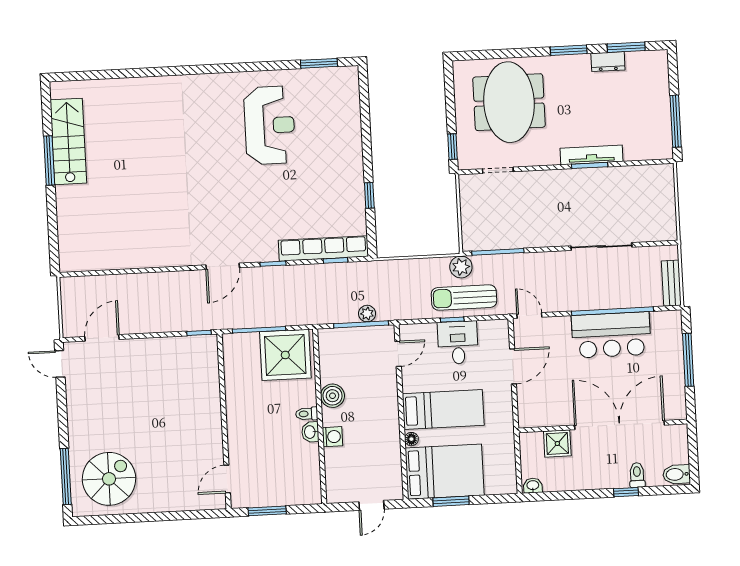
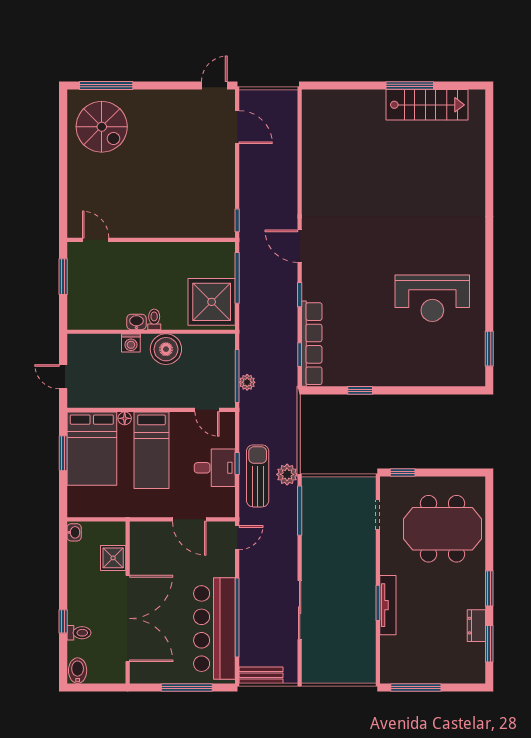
bar counter: (611, 335) -> (214, 629), width x1.36
boiler: (333, 396) -> (166, 349), width x1.37, depth x1.37

